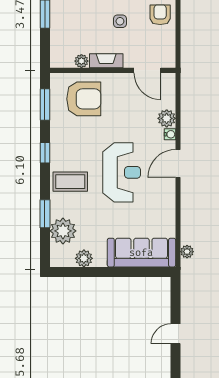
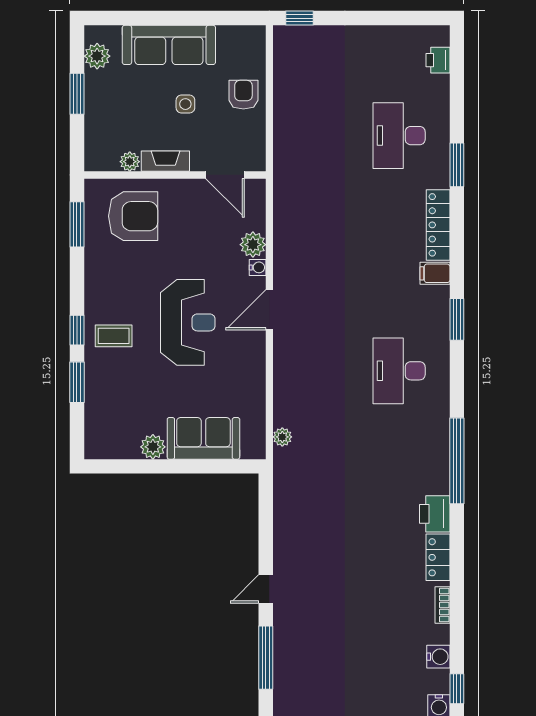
window: (45, 153) -> (77, 330), moved
coffee table: (70, 182) -> (114, 336), width x0.73, depth x0.77
plant: (63, 231) -> (103, 407), removed
sofa: (141, 253) -> (203, 438), width x0.73
plant: (84, 258) -> (153, 447), moved
door: (176, 334) -> (266, 589), moved

